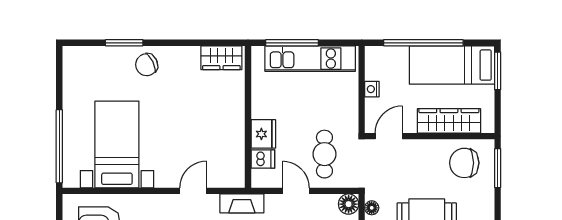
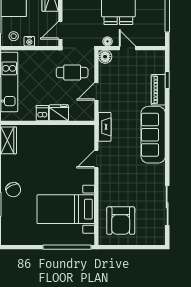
stool: (380, 65) -> (14, 36), added
door: (389, 136) -> (60, 30), hinge flipped
dishwasher: (263, 159) -> (42, 113), moved
door: (193, 191) -> (96, 159), hinge flipped

